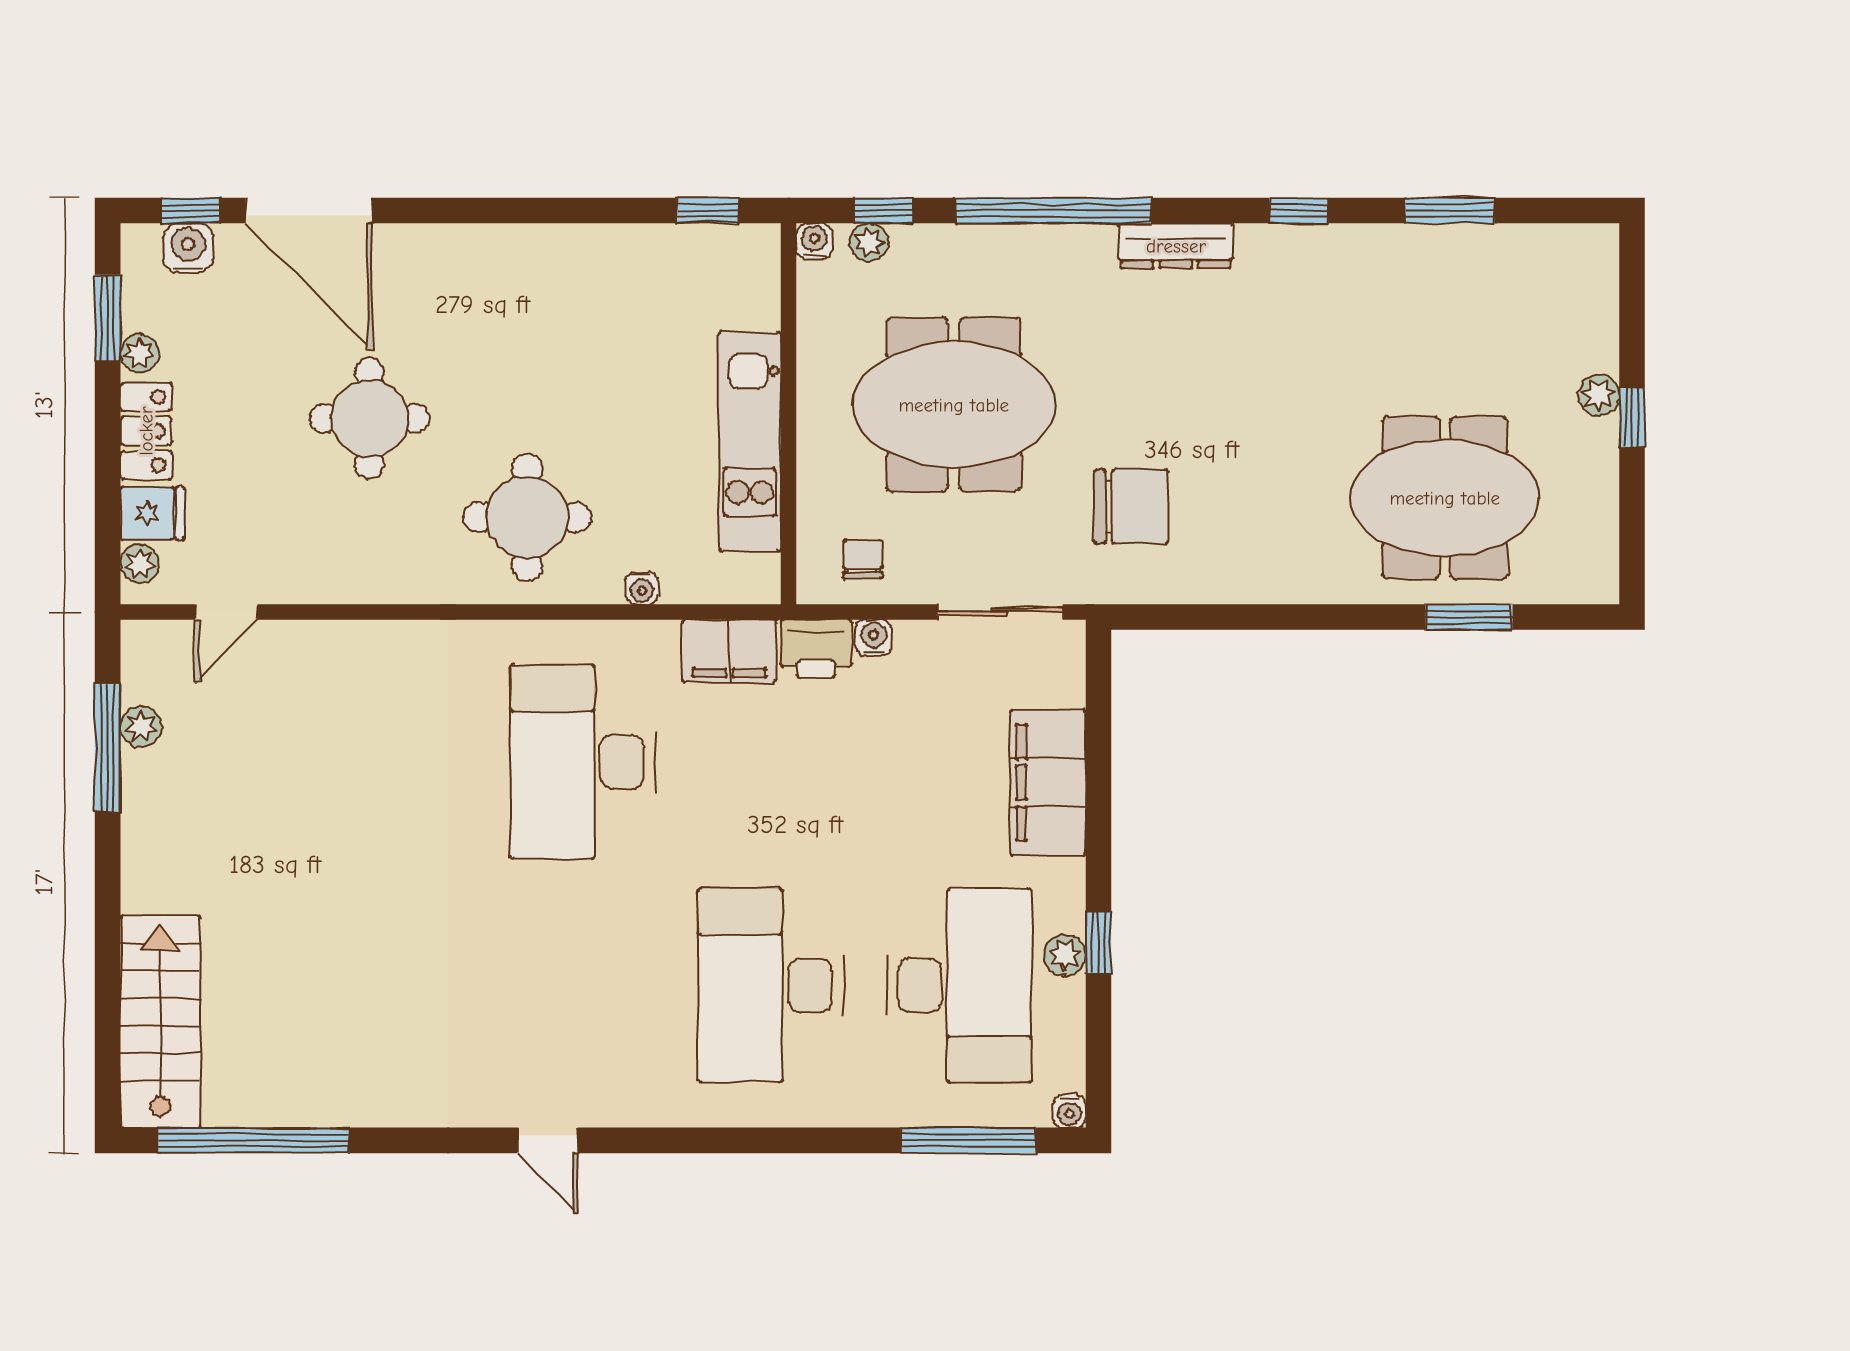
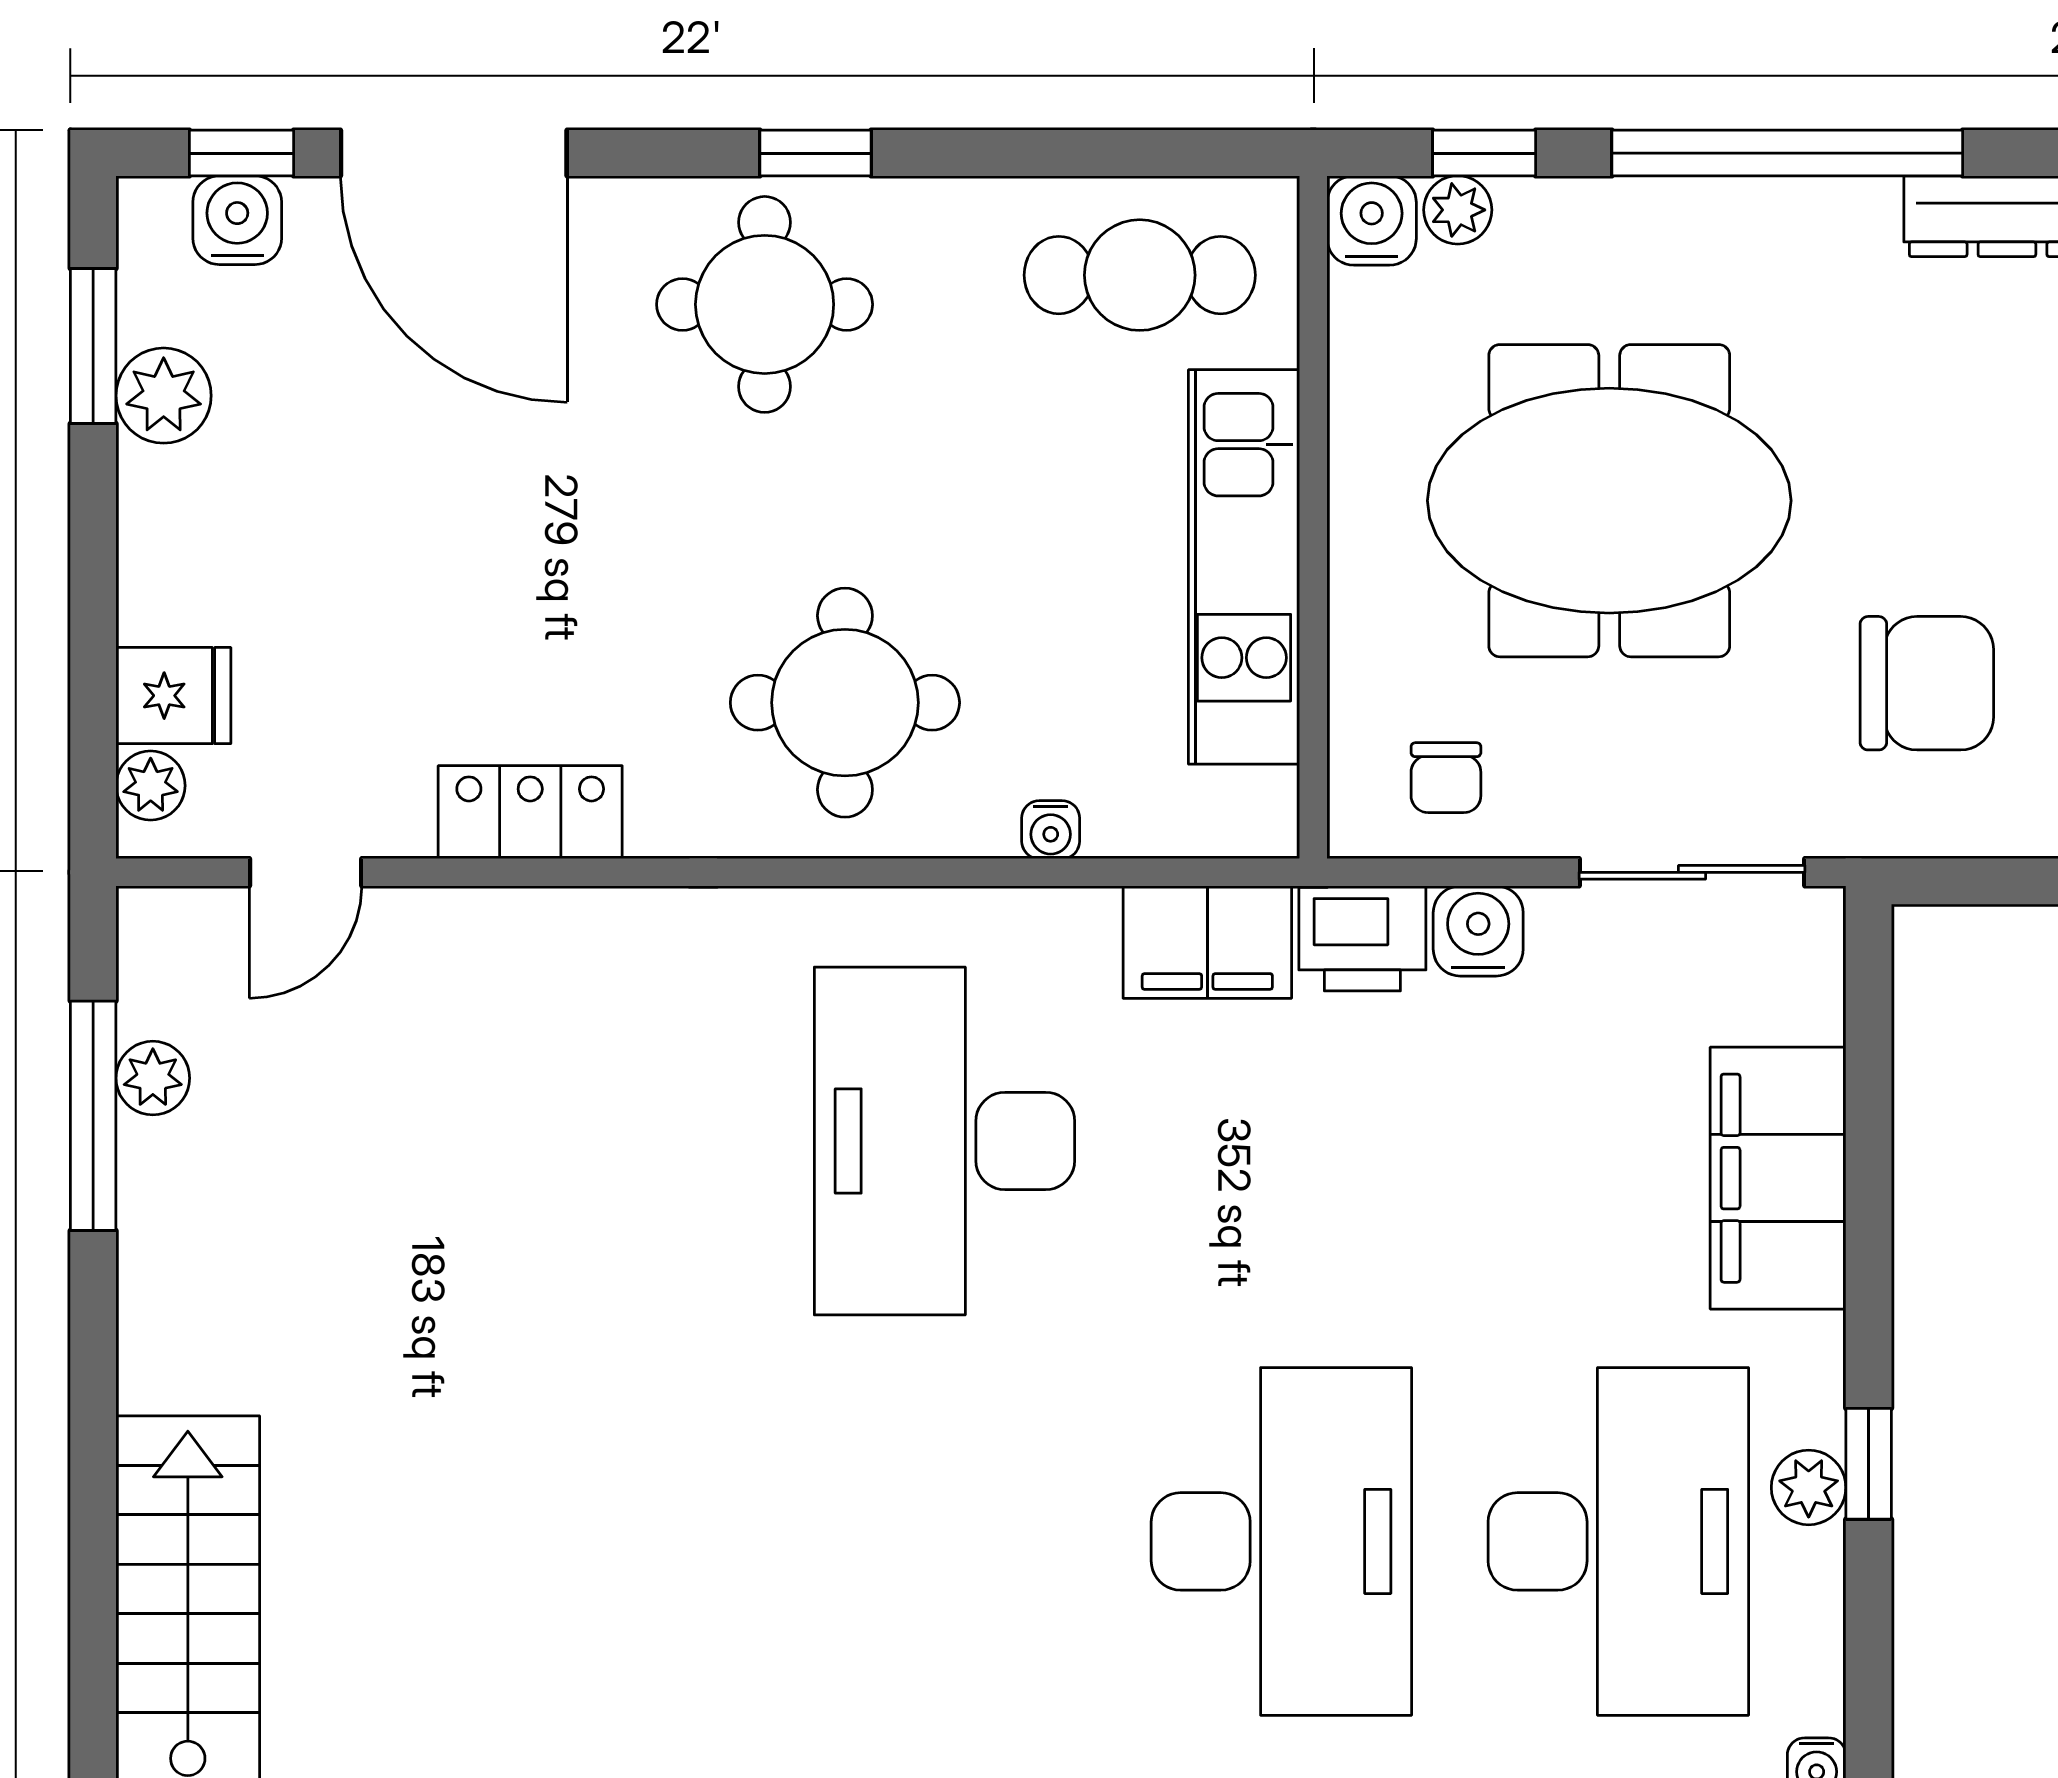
window: (708, 211) -> (816, 153), moved
water cooler: (814, 241) -> (1372, 220), width x1.38, depth x1.38
cafe table: (692, 279) -> (1140, 275), added
plant: (140, 353) -> (164, 396), width x1.38, depth x1.38
round table: (370, 418) -> (765, 304), moved
locker: (146, 431) -> (530, 812), moved, turned -90
chair: (863, 559) -> (1446, 778), turned 180
water cooler: (874, 638) -> (1478, 931), width x1.38, depth x1.38
desk: (771, 985) -> (1281, 1541), turned 180

